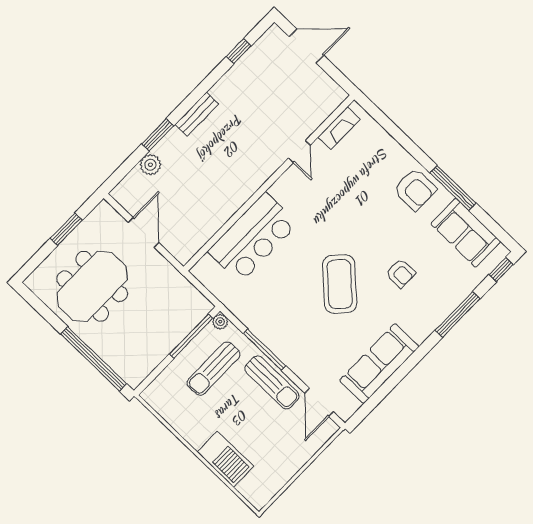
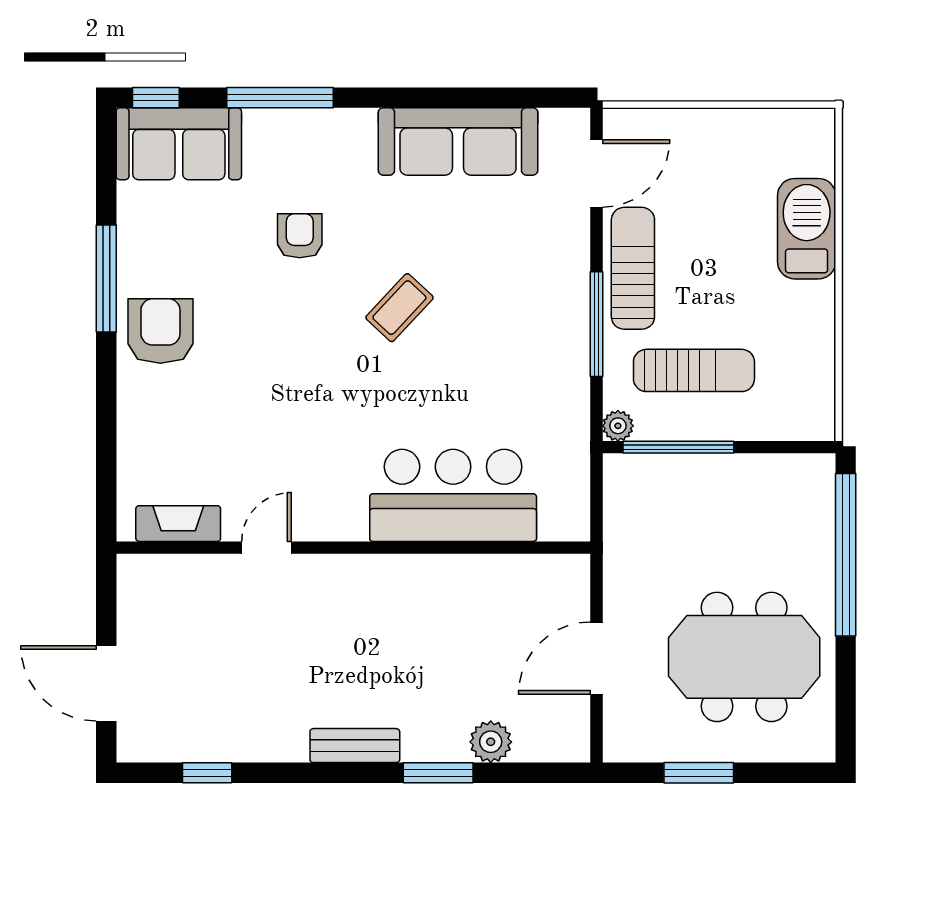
sofa: (466, 233) -> (179, 144), moved, turned 90
coffee table: (340, 284) -> (399, 308), width x0.54, depth x0.58

